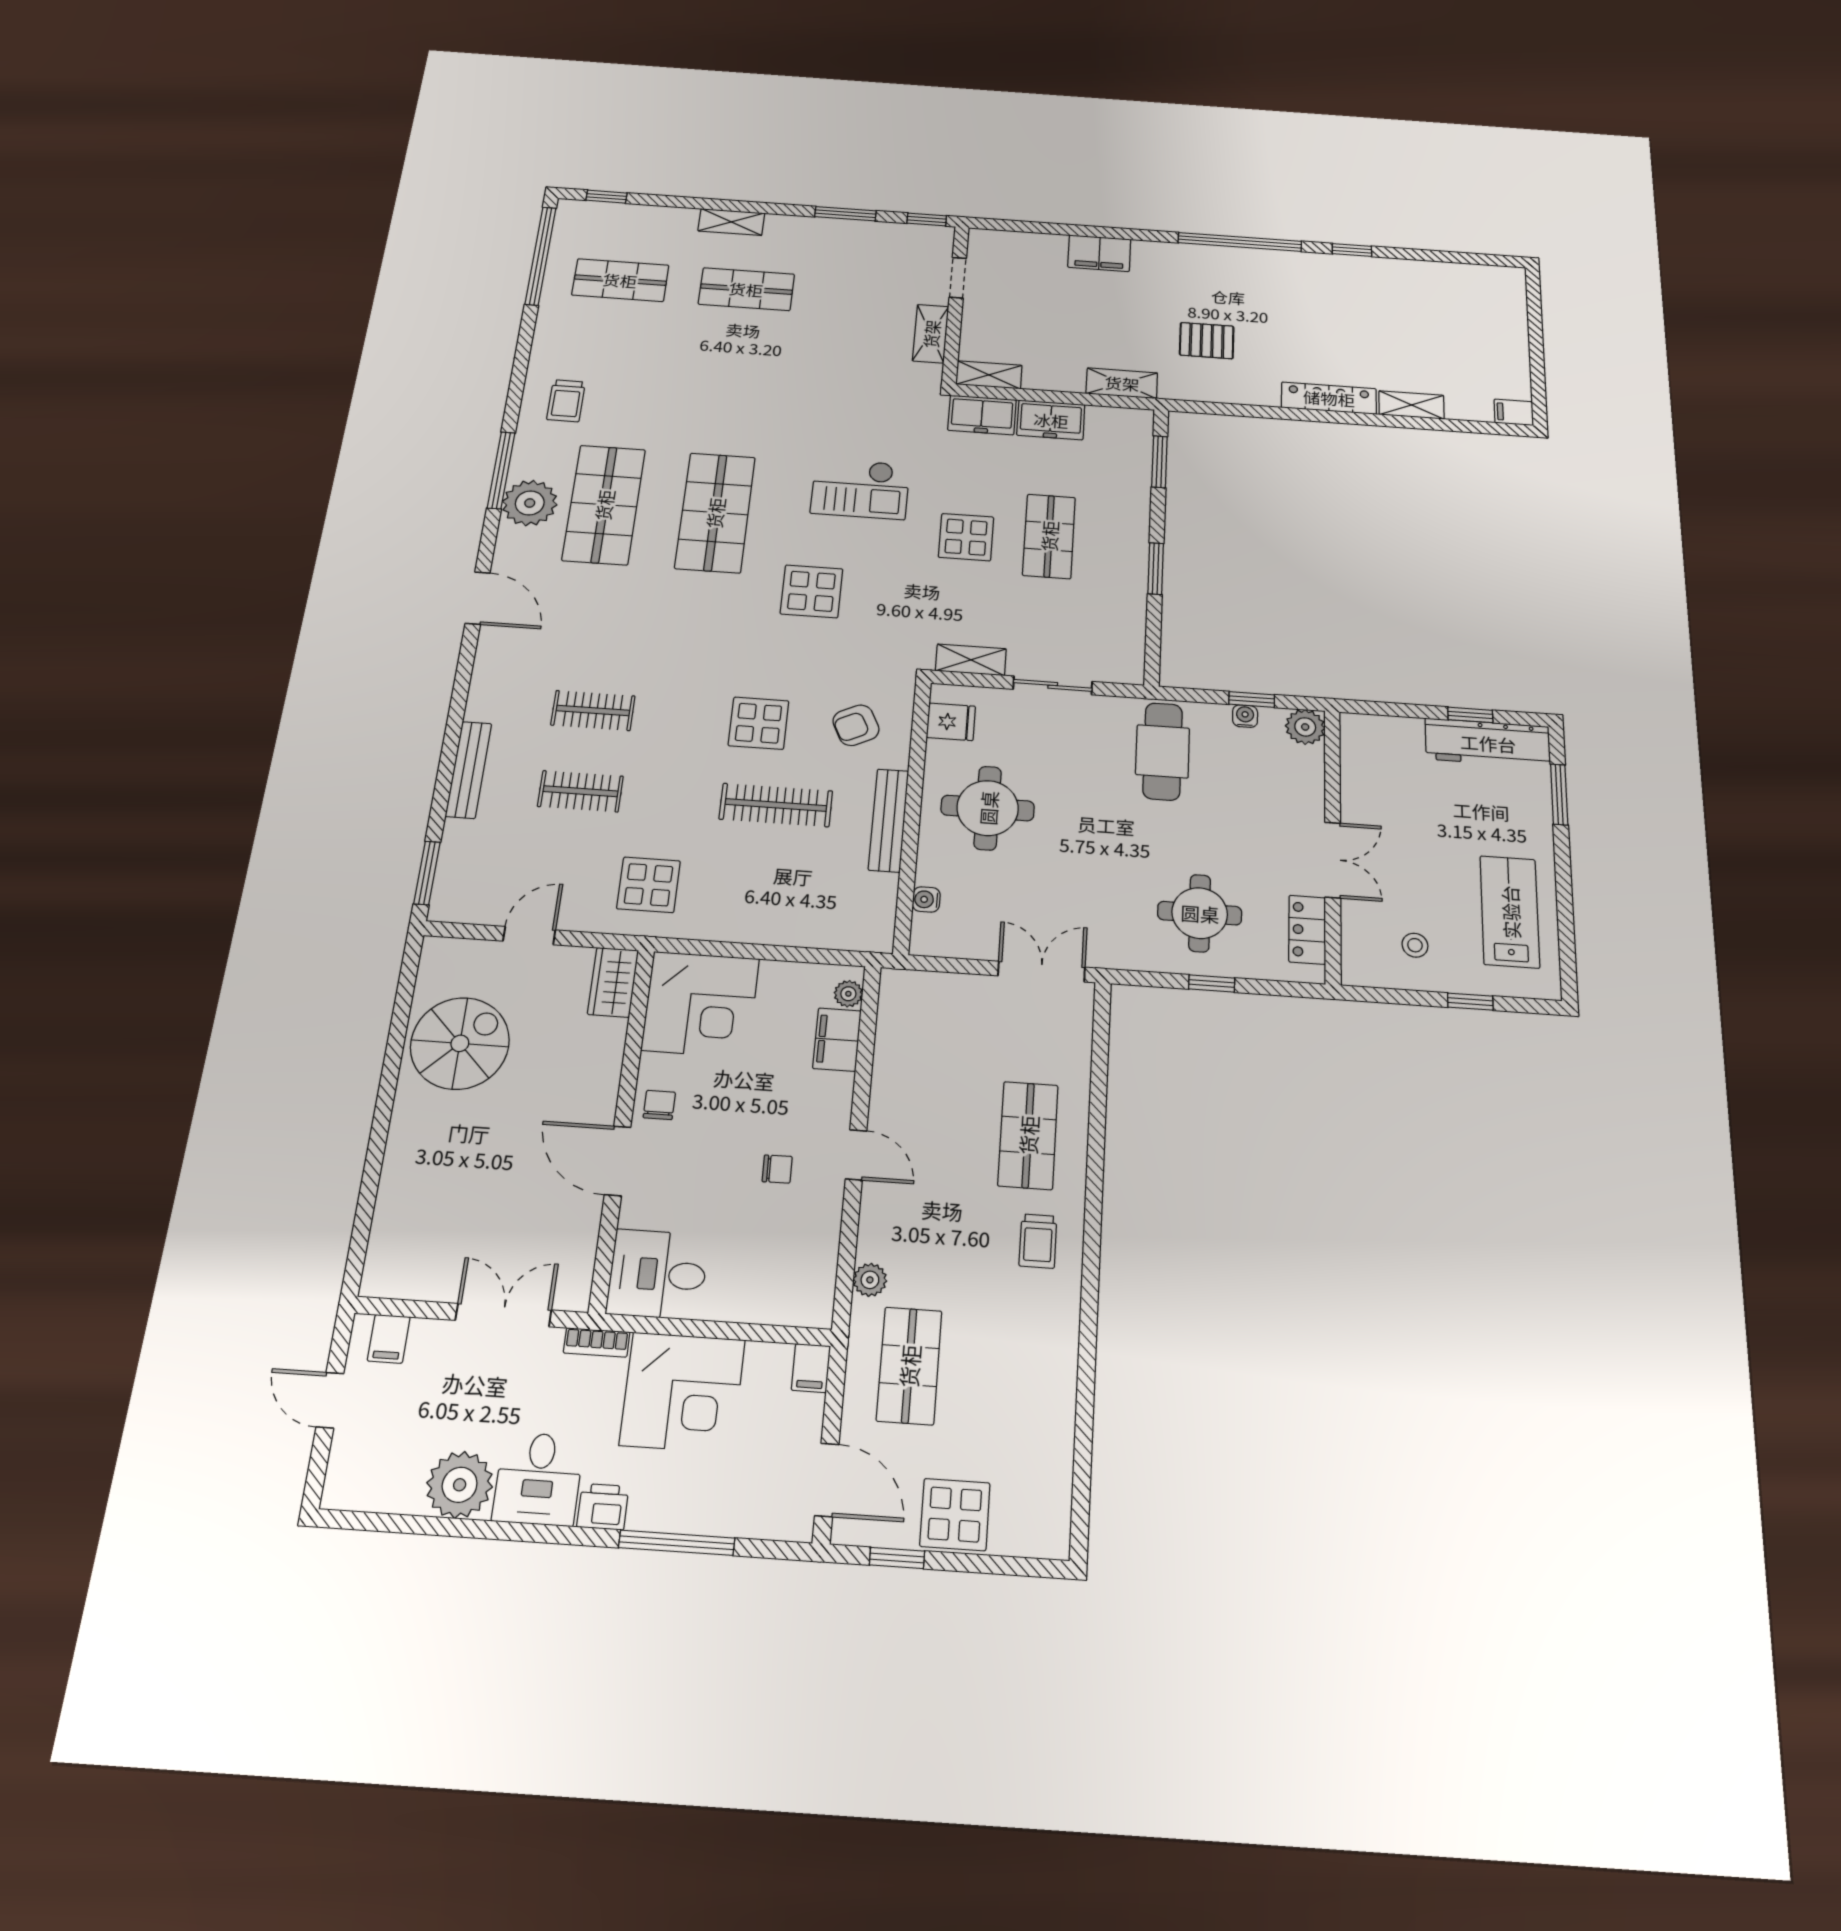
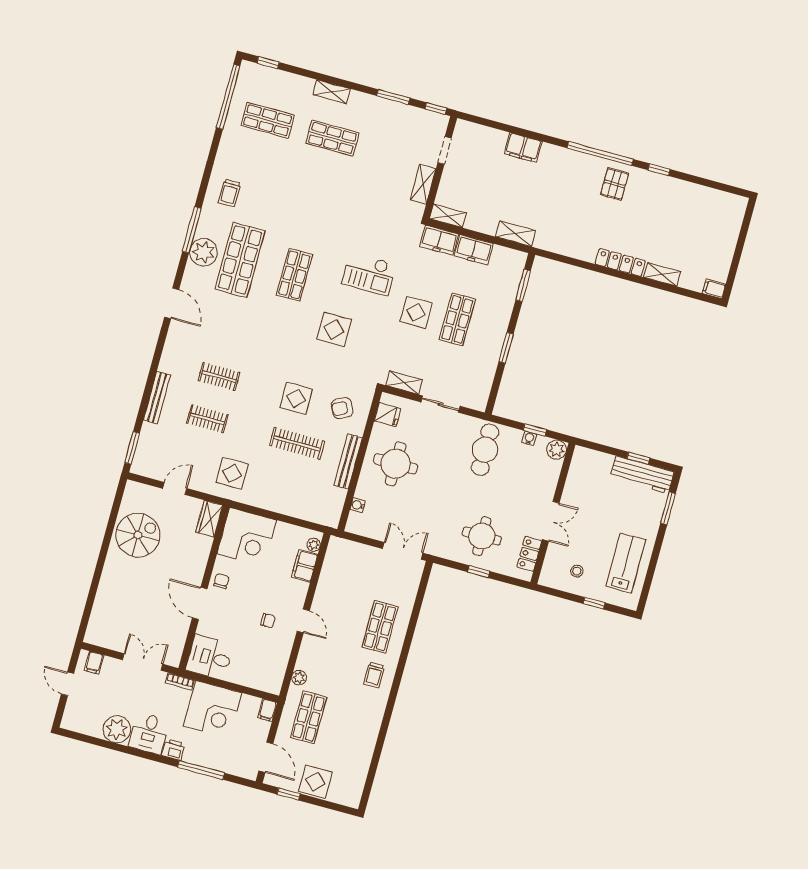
pallet: (1207, 341) -> (615, 184), moved, turned 90
shop shelf: (715, 513) -> (294, 275), width x0.70, depth x0.74

